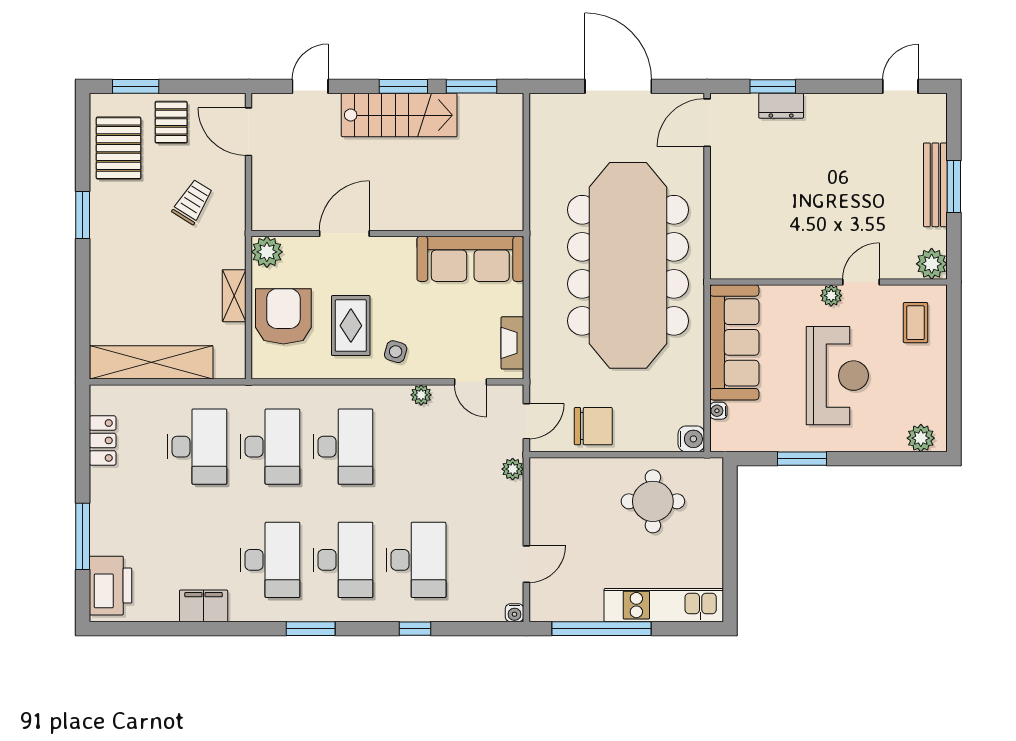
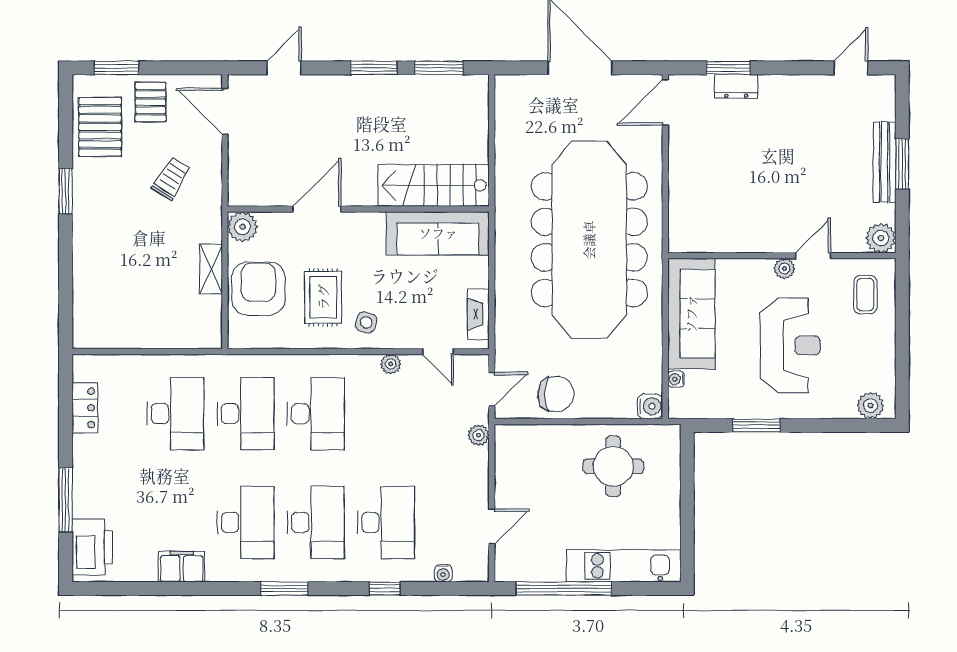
stairs: (399, 115) -> (434, 185), moved, turned 180
shelving: (151, 362) -> (132, 333), removed
water cooler: (515, 613) -> (443, 573), moved

